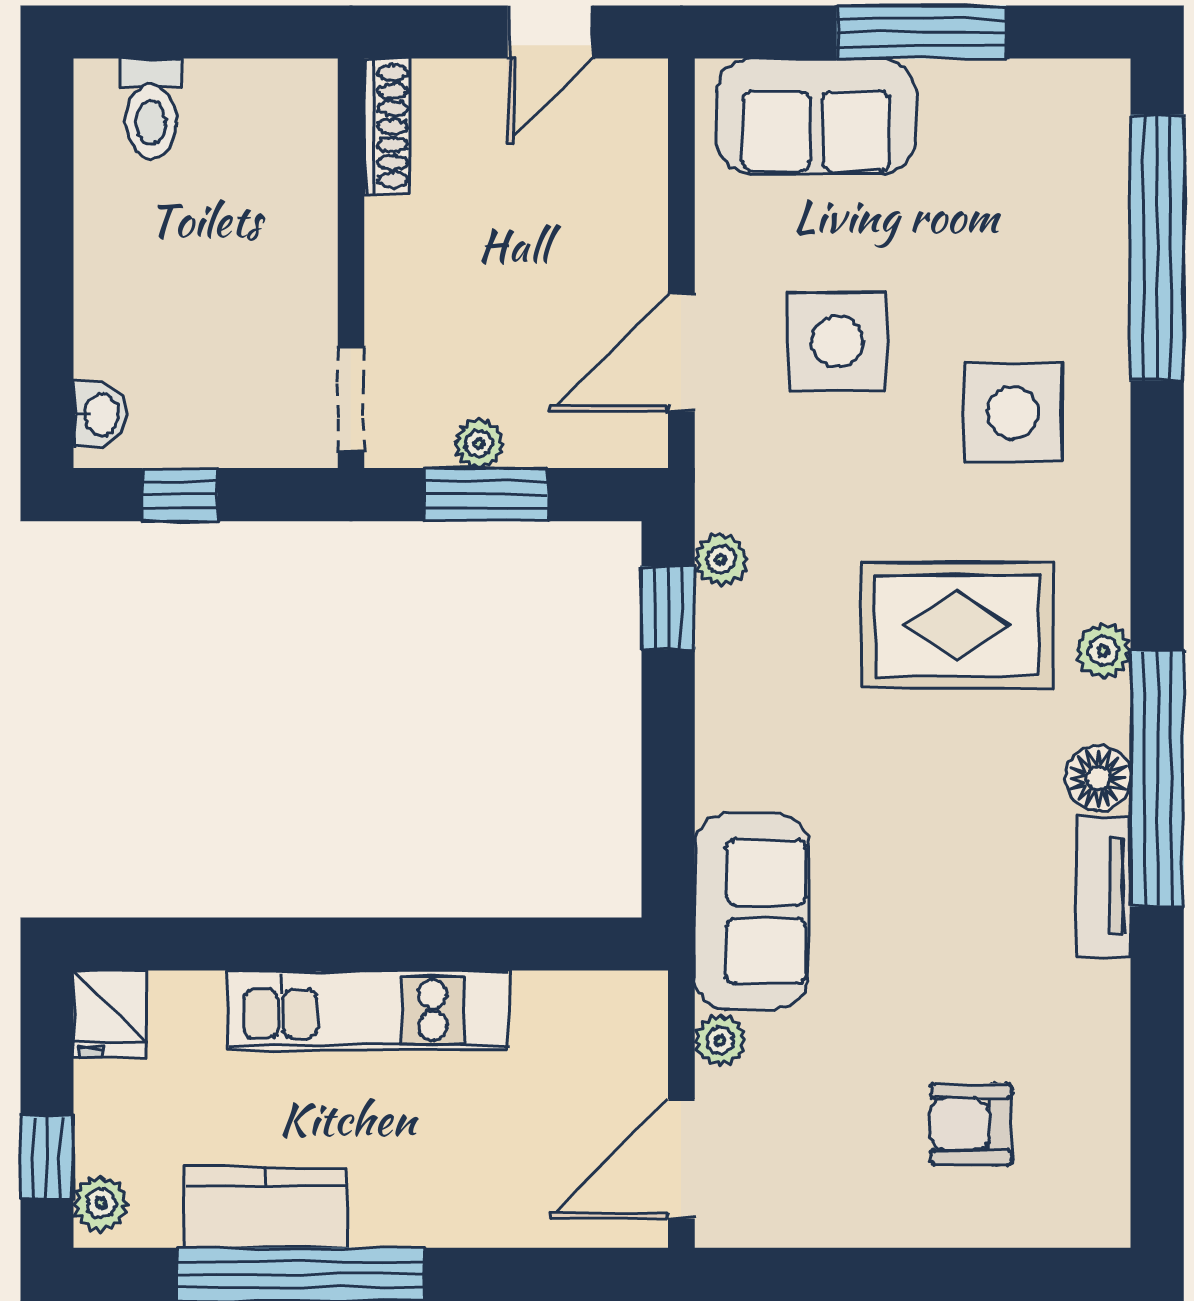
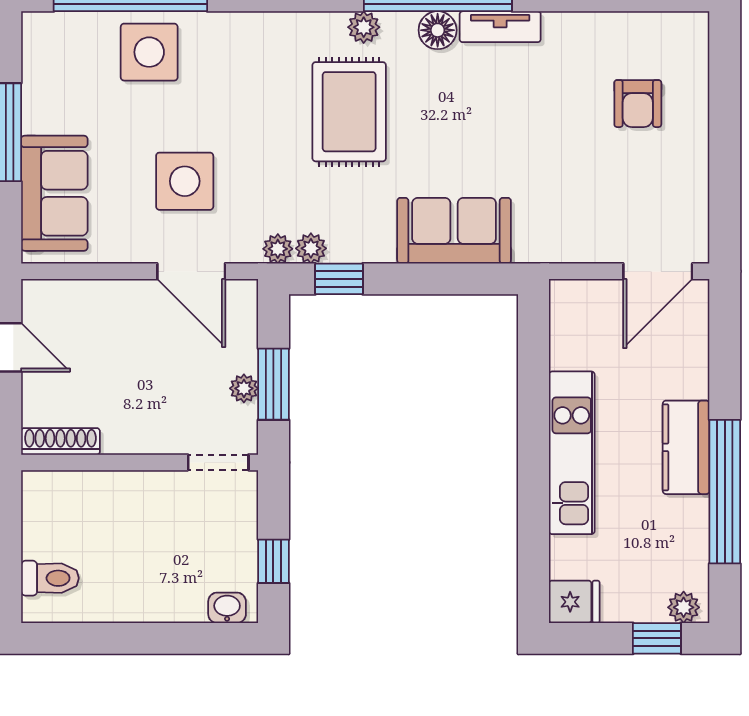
side table: (1013, 413) -> (149, 52), moved
sofa: (751, 912) -> (454, 231), moved
plant: (720, 1041) -> (278, 249), moved
door: (681, 1159) -> (658, 271), hinge flipped
kitchen counter: (265, 1208) -> (686, 447), moved

